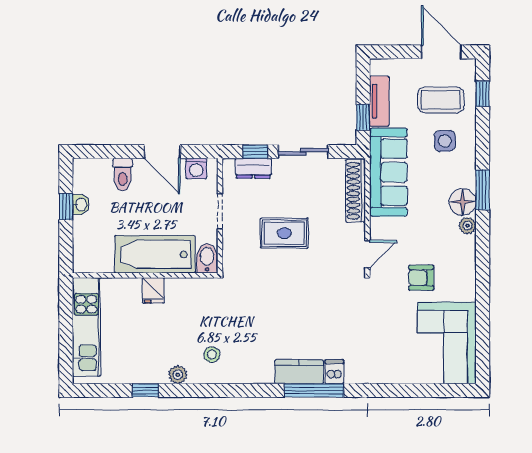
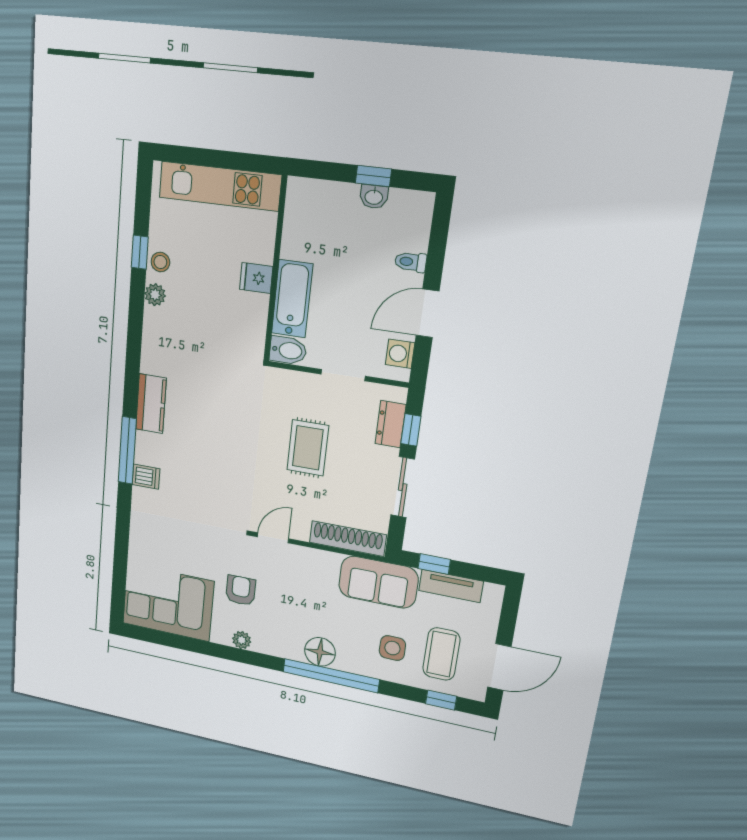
sofa: (388, 172) -> (378, 582), width x0.73
toilet: (123, 175) -> (411, 262), width x0.73, depth x0.72
window: (483, 190) -> (331, 676), width x2.11
plant: (467, 226) -> (242, 640), moved
bathtub: (155, 254) -> (292, 299), width x0.73, depth x0.73
door: (368, 254) -> (273, 538), swing flipped
stool: (212, 355) -> (160, 262), moved
kitchen counter: (299, 372) -> (151, 404), moved

